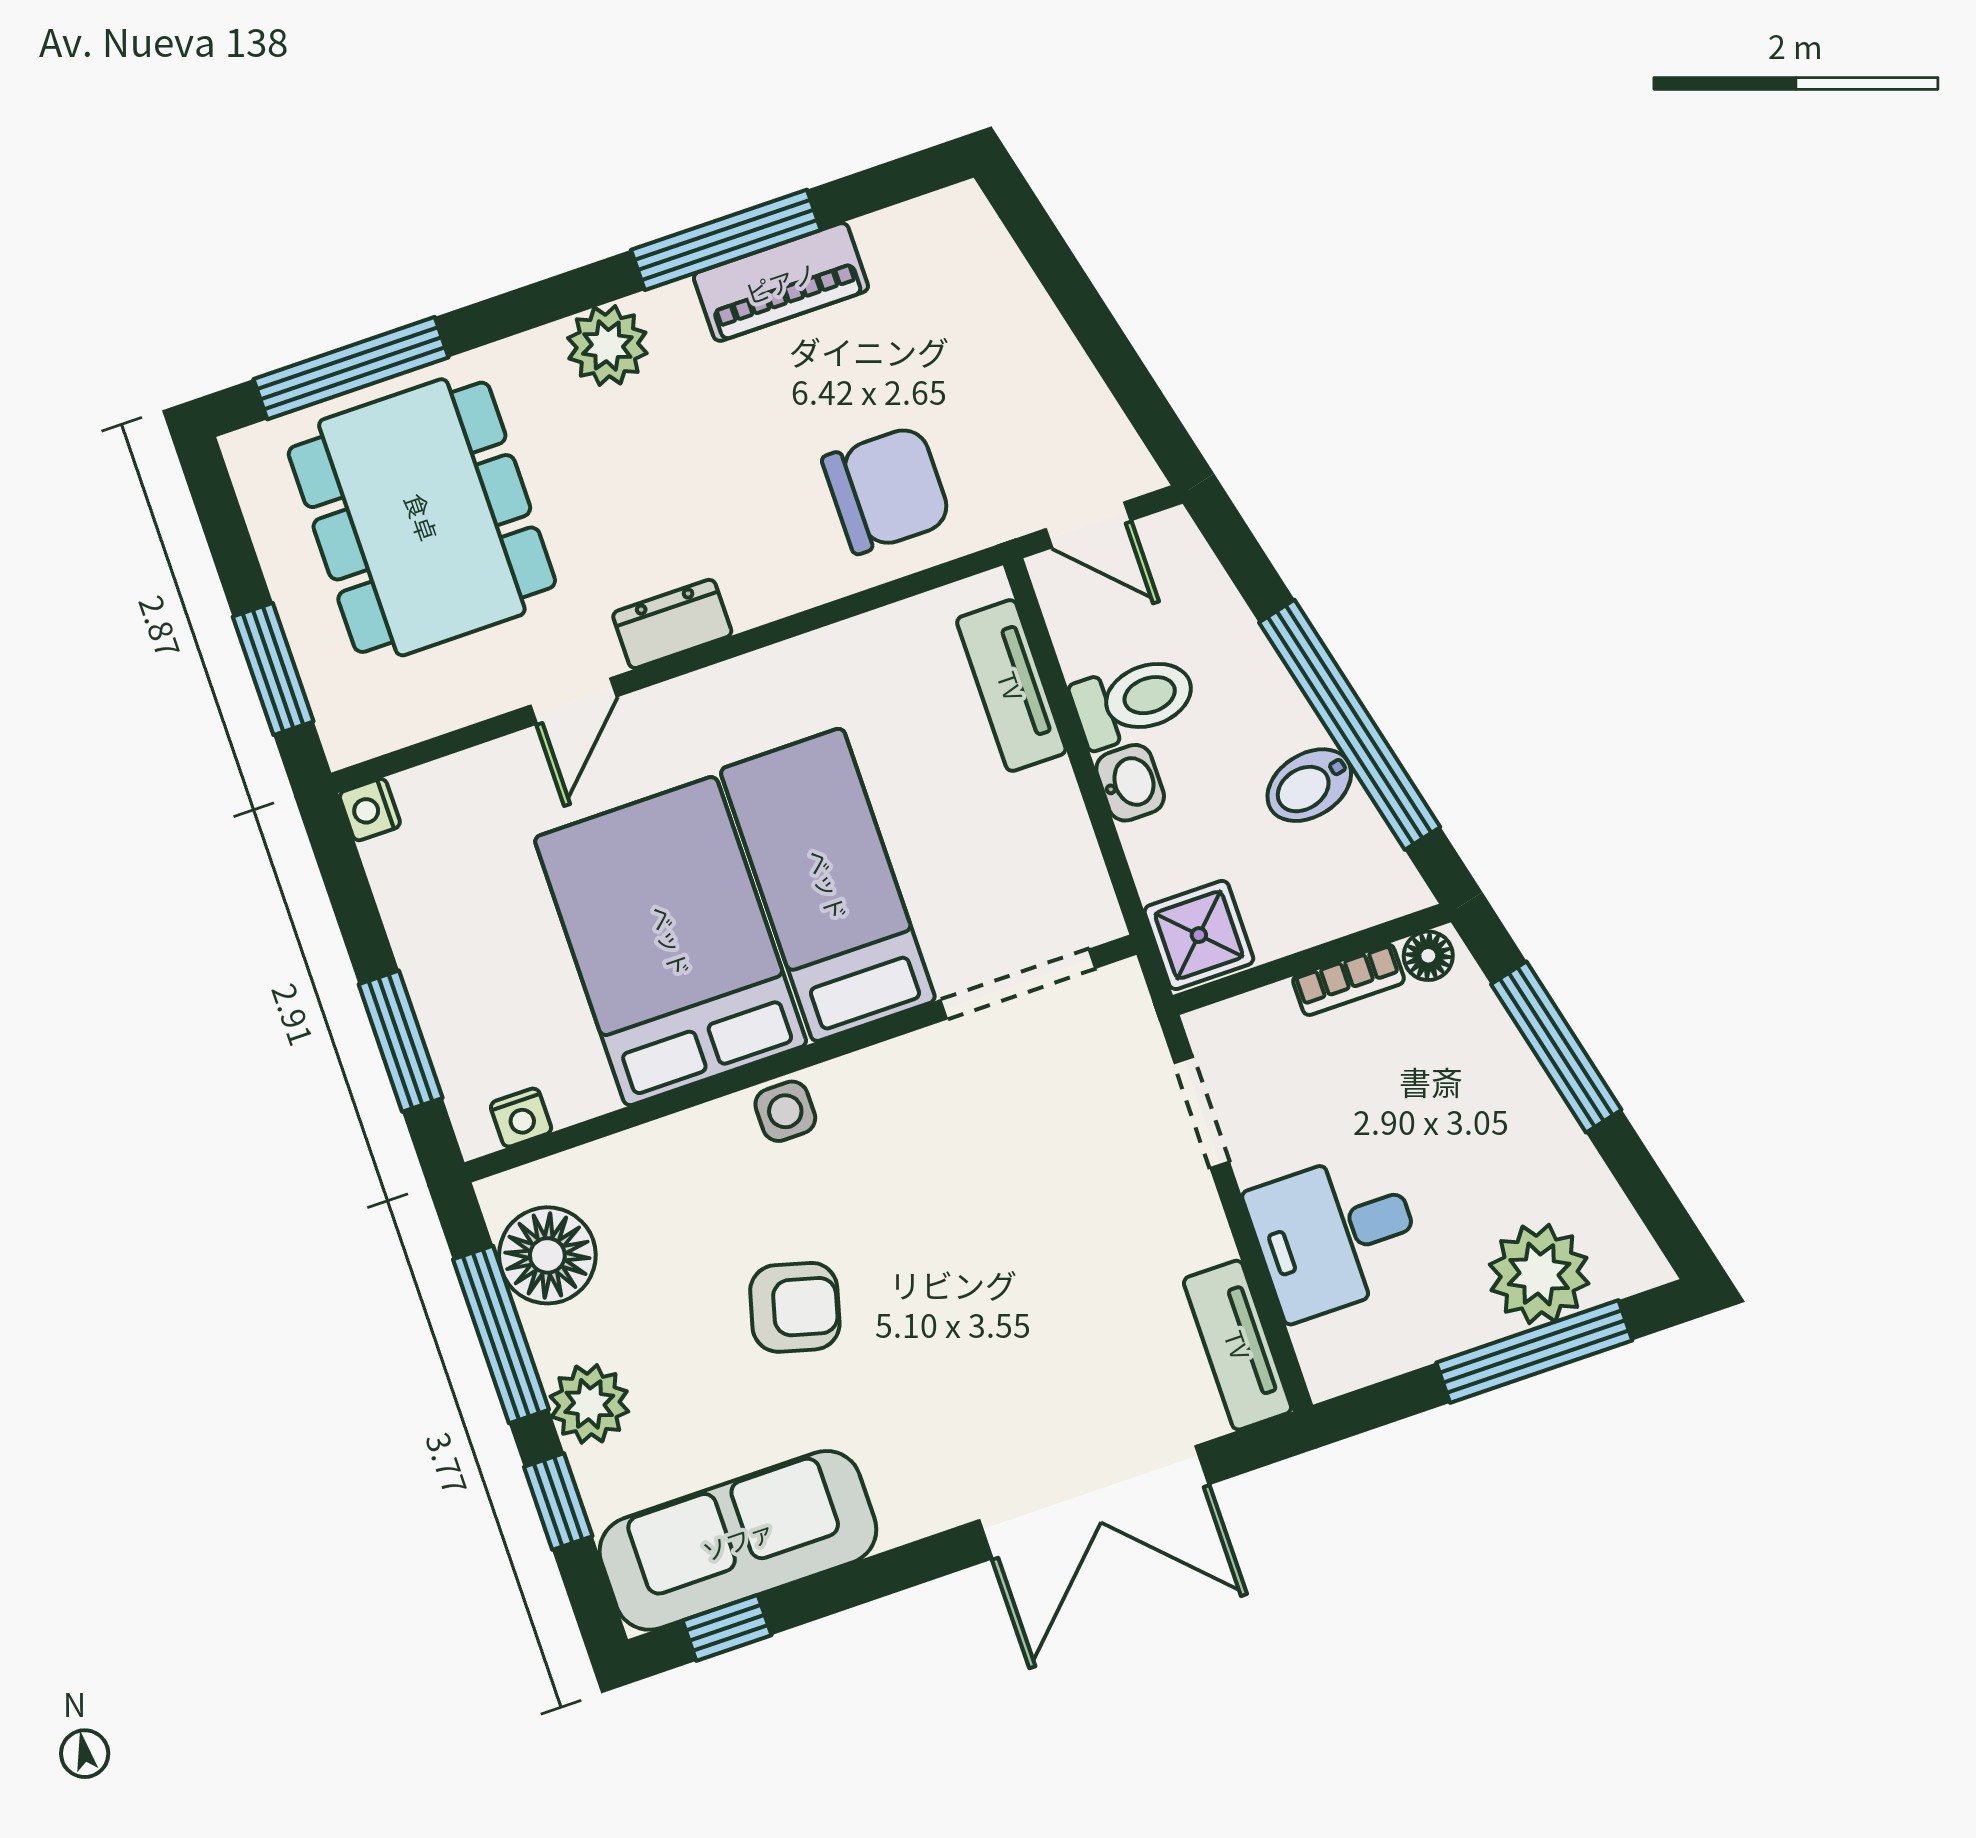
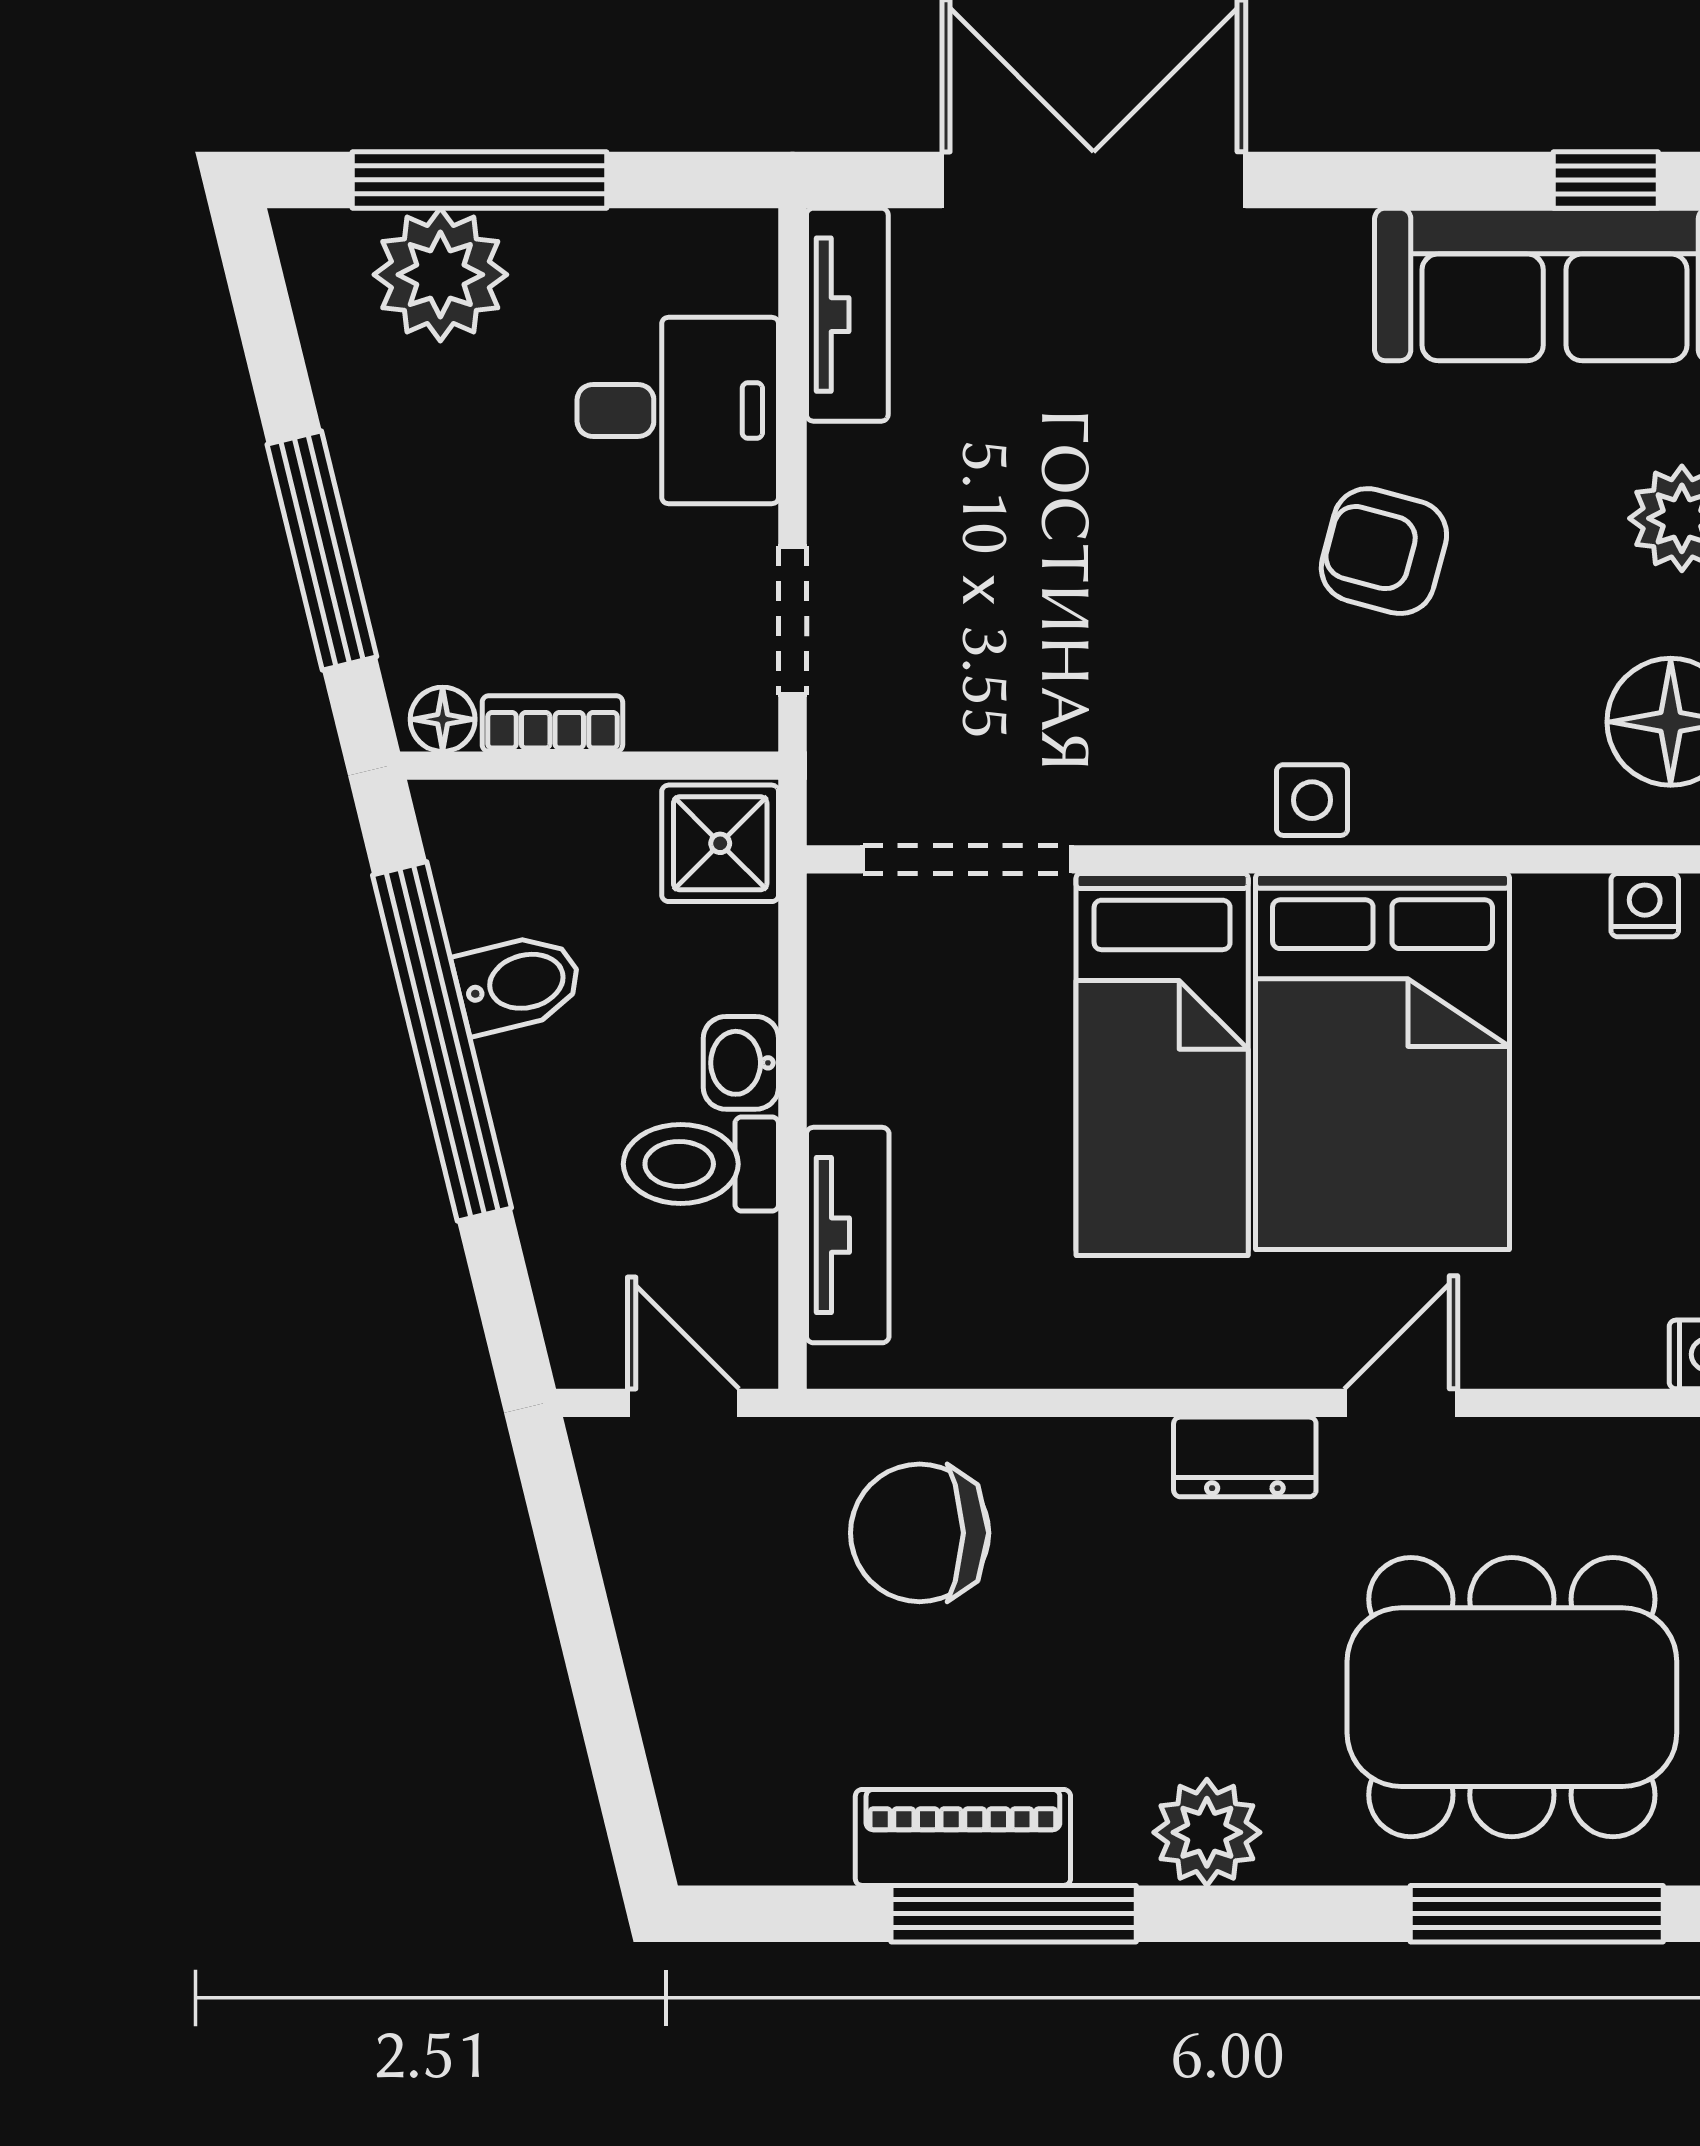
dining table: (422, 517) -> (1512, 1697), turned 90

